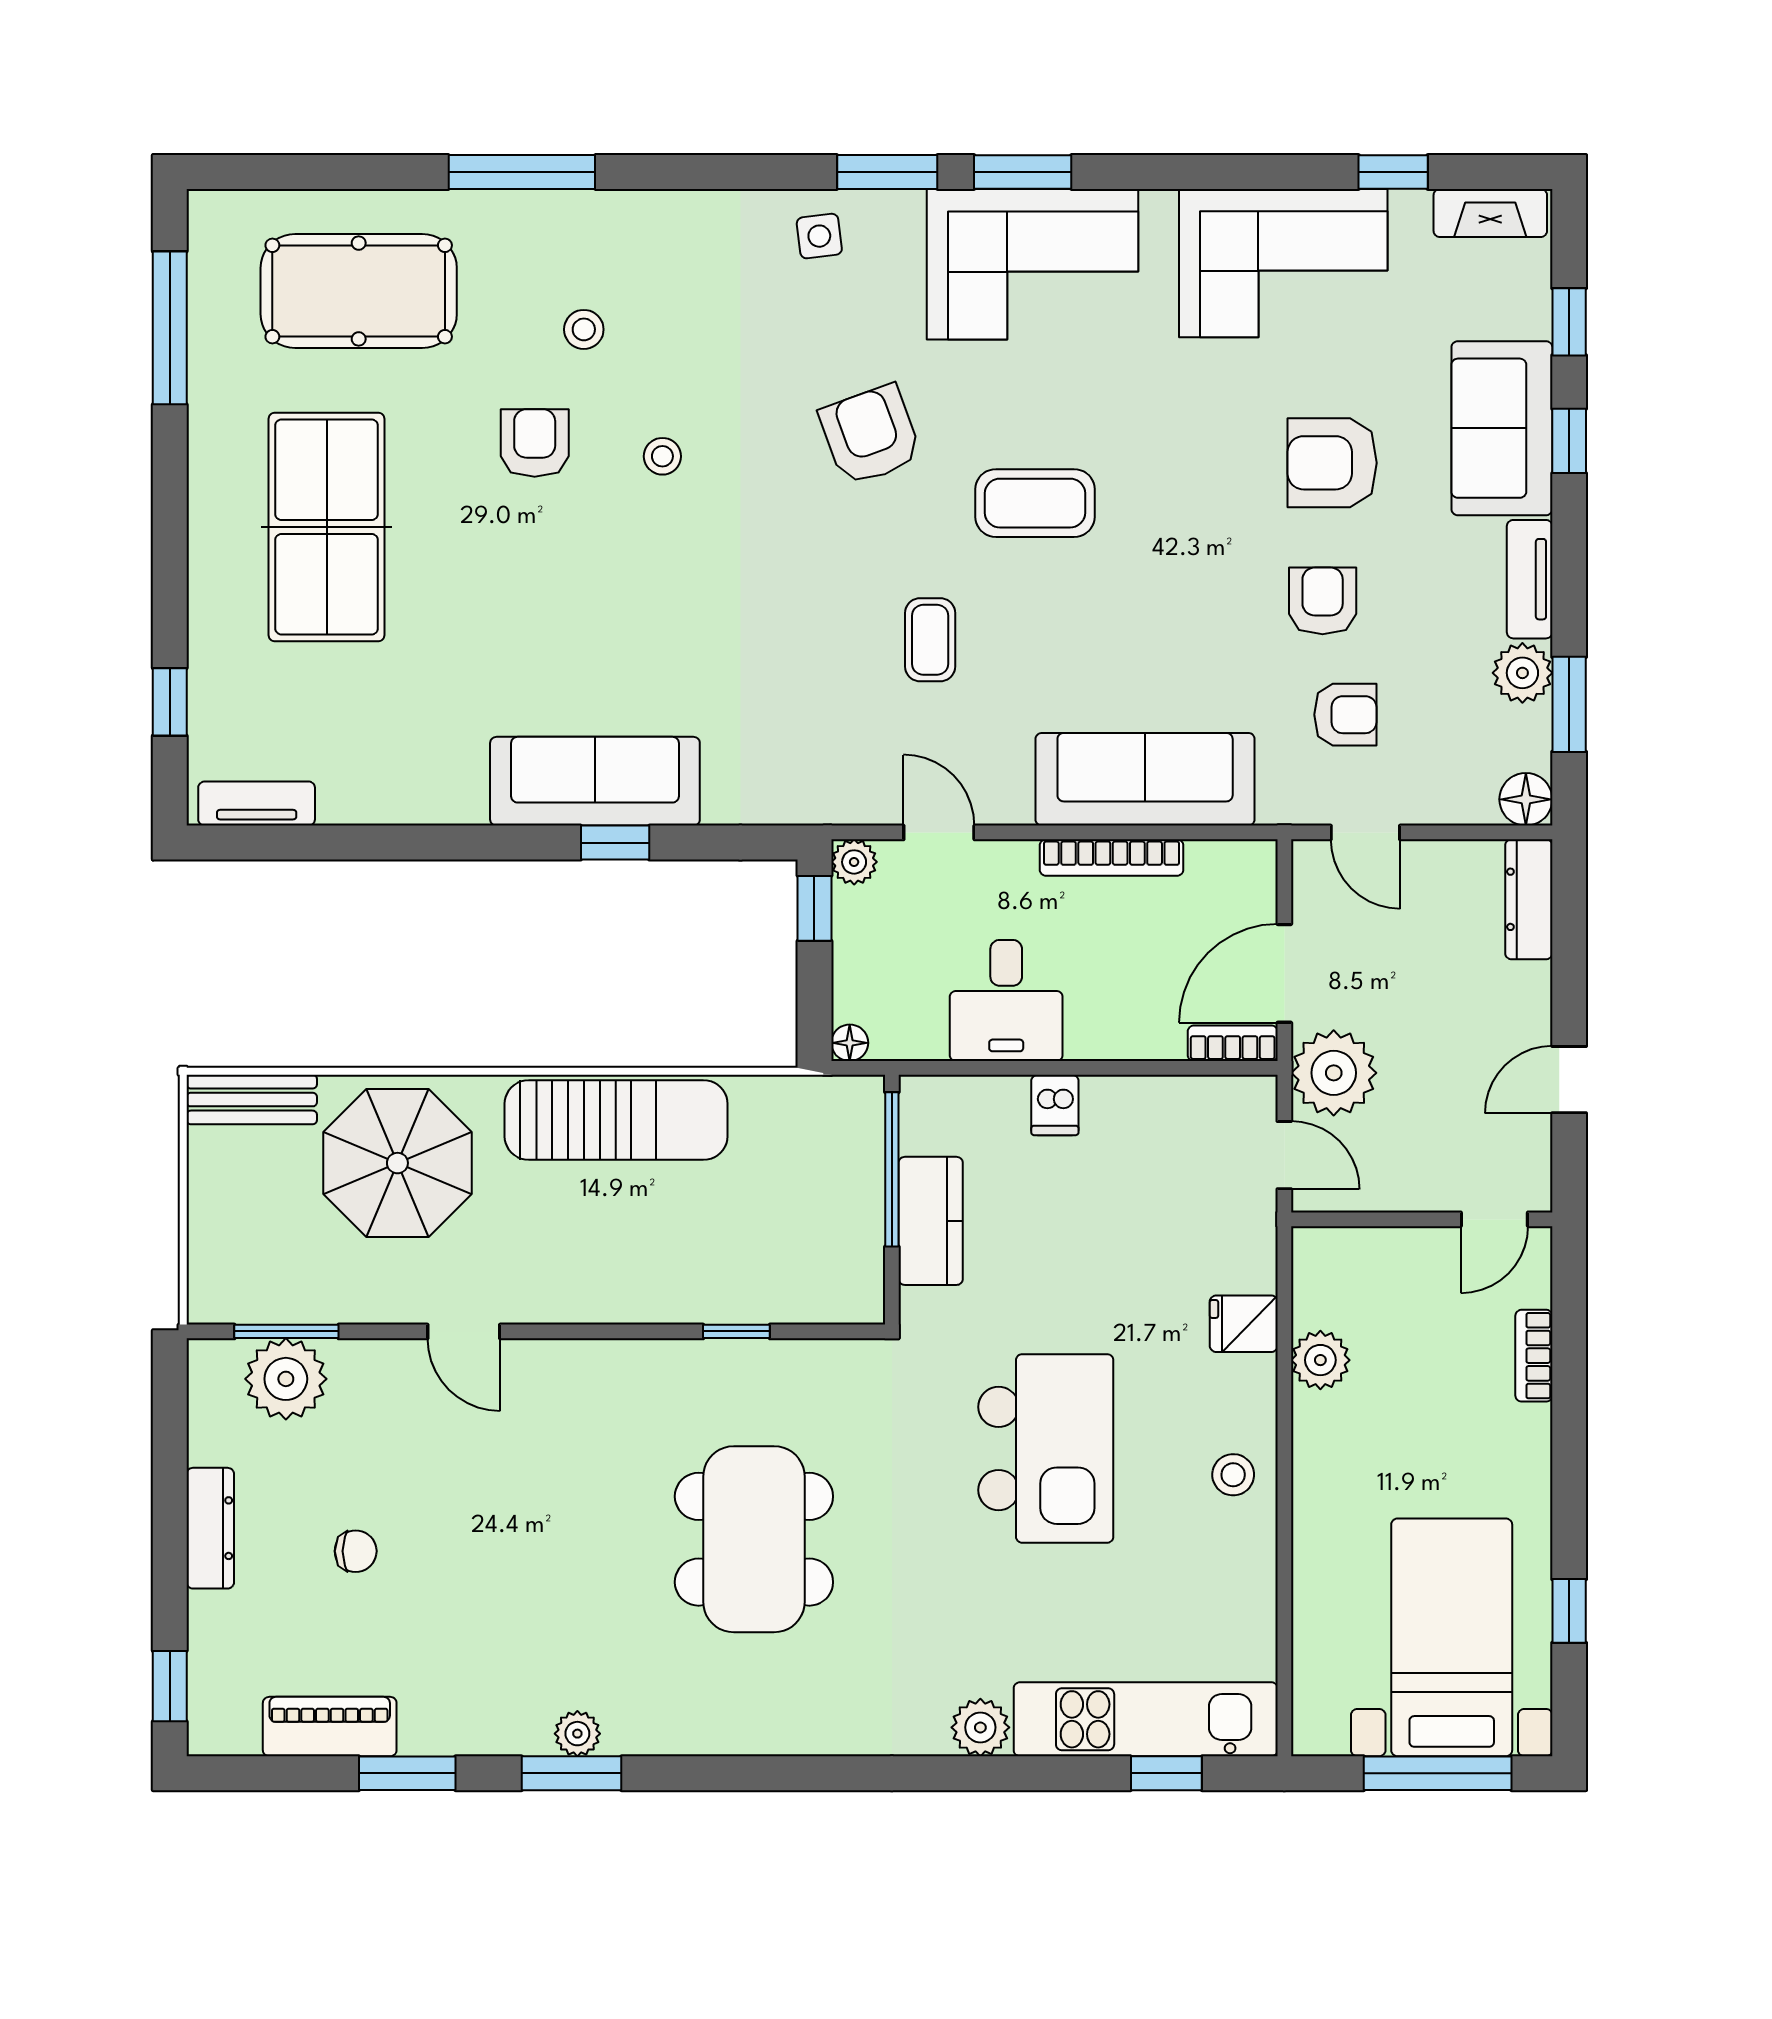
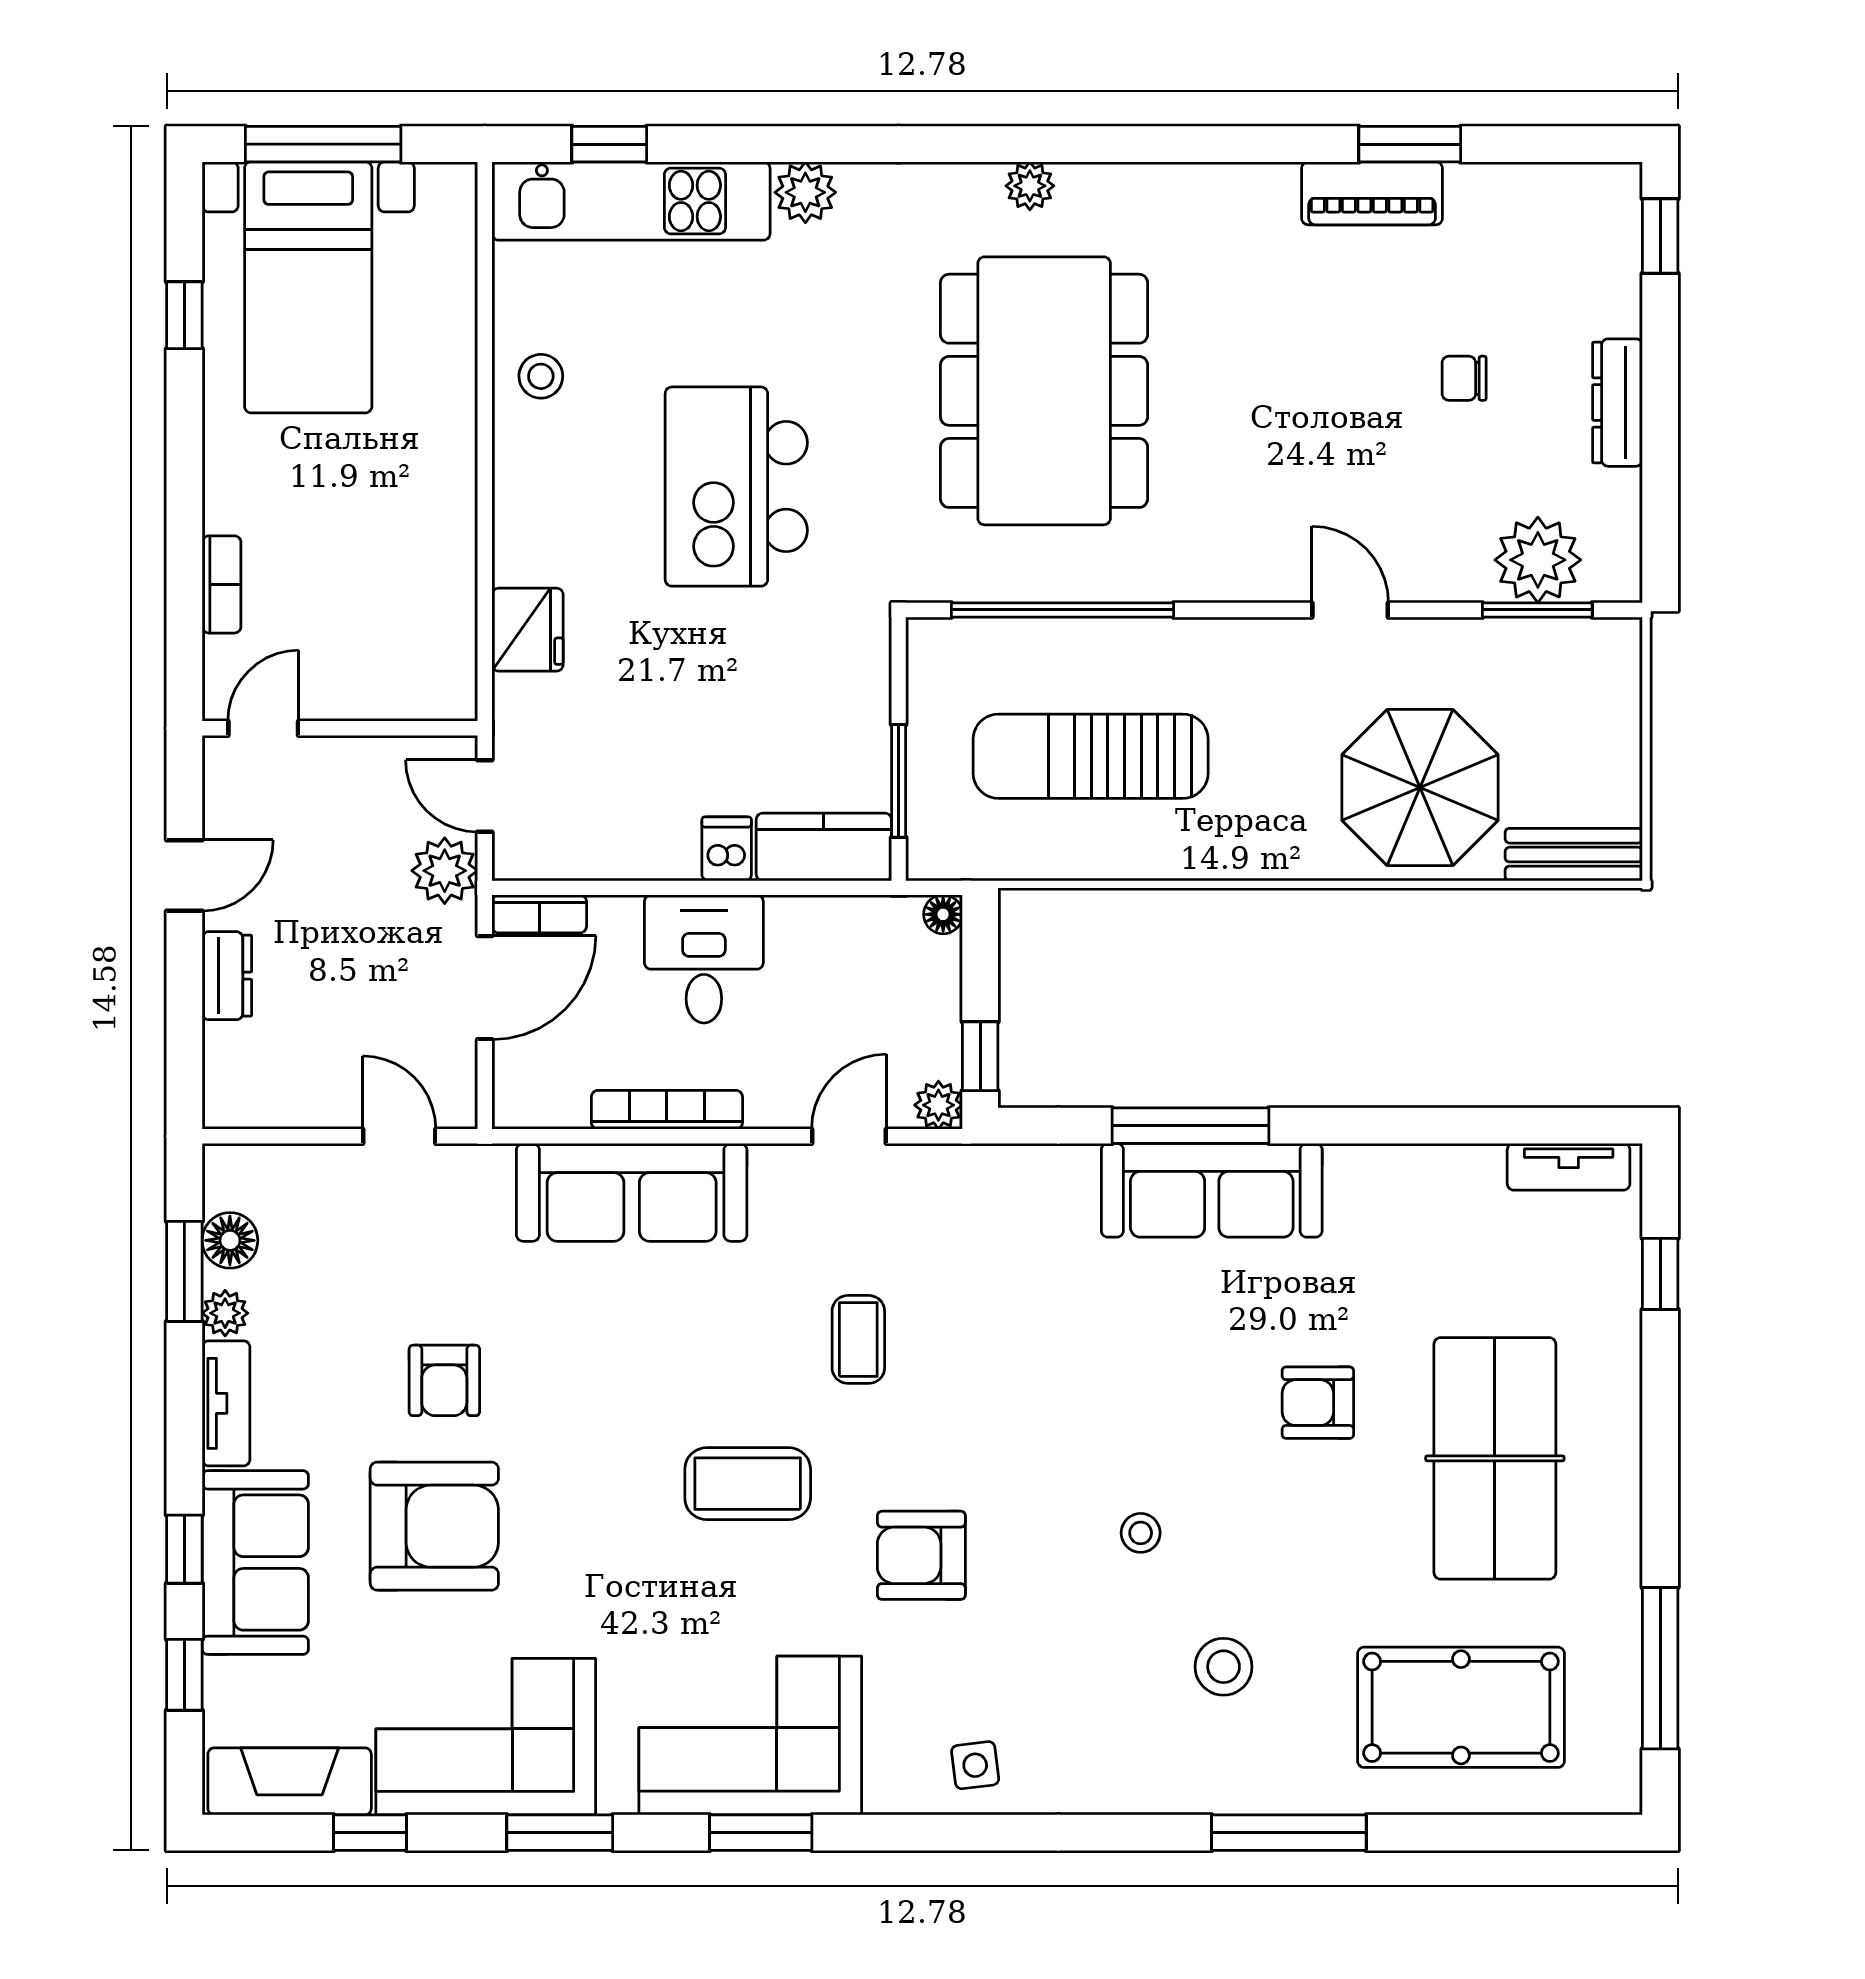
window: (887, 172) -> (560, 1833), moved
fireplace: (1490, 213) -> (290, 1781), width x1.37, depth x1.32
stool: (584, 329) -> (1224, 1667), width x1.37, depth x1.37
armchair: (870, 435) -> (921, 1555), turned 110
armchair: (535, 443) -> (1318, 1403), moved, turned 90
armchair: (1332, 463) -> (434, 1526), width x1.36, depth x1.36
plant: (1522, 673) -> (225, 1313), width x0.73, depth x0.73
armchair: (1345, 715) -> (420, 1260), removed
floor lamp: (1526, 799) -> (230, 1240), moved
door: (939, 832) -> (849, 1136), swing flipped
window: (615, 843) -> (1191, 1126), width x2.17
dresser: (1529, 899) -> (227, 976), moved, width x0.70
desk: (1006, 1000) -> (704, 959), moved
plant: (1334, 1073) -> (445, 871), width x0.73, depth x0.73
sun lounger: (616, 1120) -> (1091, 756), moved
window: (892, 1169) -> (899, 781), width x0.69
kitchen counter: (931, 1221) -> (824, 847), moved, turned 90
fridge: (1244, 1324) -> (528, 630), width x1.38
window: (736, 1331) -> (1063, 610), width x3.17
plant: (1320, 1360) -> (447, 580), removed
stool: (1233, 1475) -> (541, 376), moved
dining table: (754, 1539) -> (1044, 391), width x1.36, depth x1.24
piano: (330, 1727) -> (1372, 193), moved
plant: (577, 1734) -> (1030, 186), moved
window: (571, 1773) -> (1237, 144), removed

